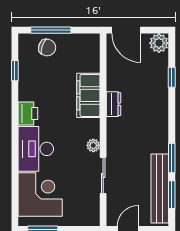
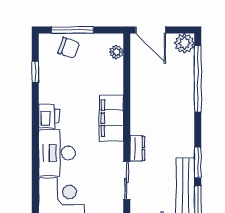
window: (172, 77) -> (198, 79), width x3.17
filing cabinet: (88, 95) -> (111, 118), moved
dresser: (113, 104) -> (137, 148), moved
plant: (93, 145) -> (116, 52), moved

